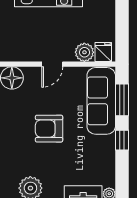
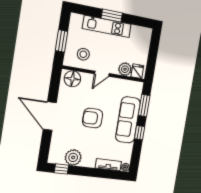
stool: (22, 42) -> (83, 54), added
sofa: (101, 101) -> (128, 120), moved

